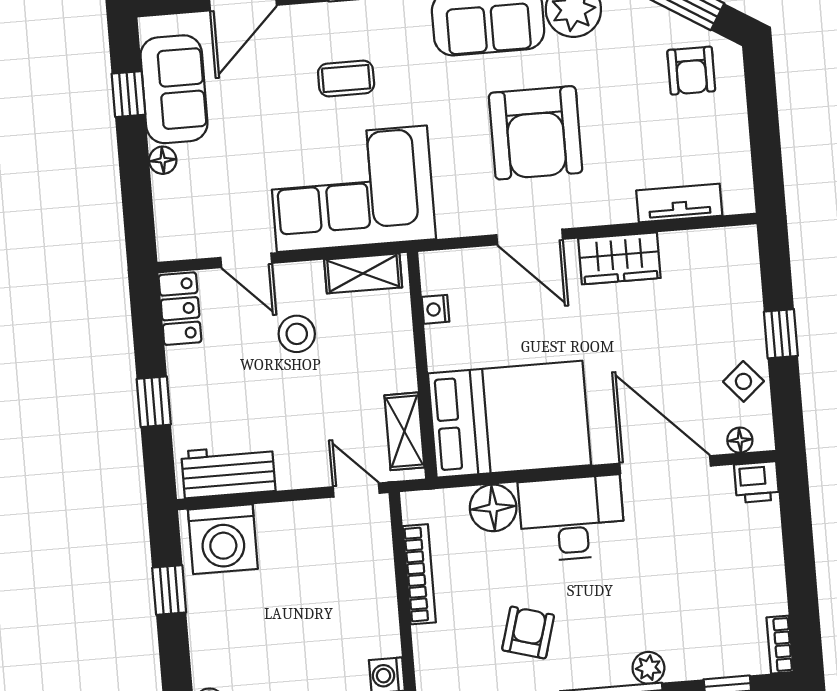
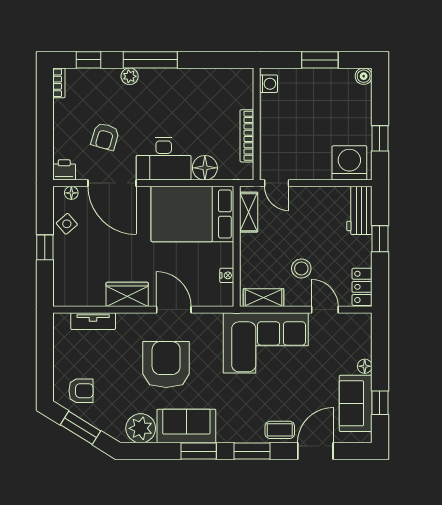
armchair: (691, 71) -> (81, 391), turned 90
coffee table: (346, 79) -> (280, 430), moved
workbench: (228, 471) -> (359, 210), moved, turned 90
armchair: (528, 633) -> (105, 137), moved

